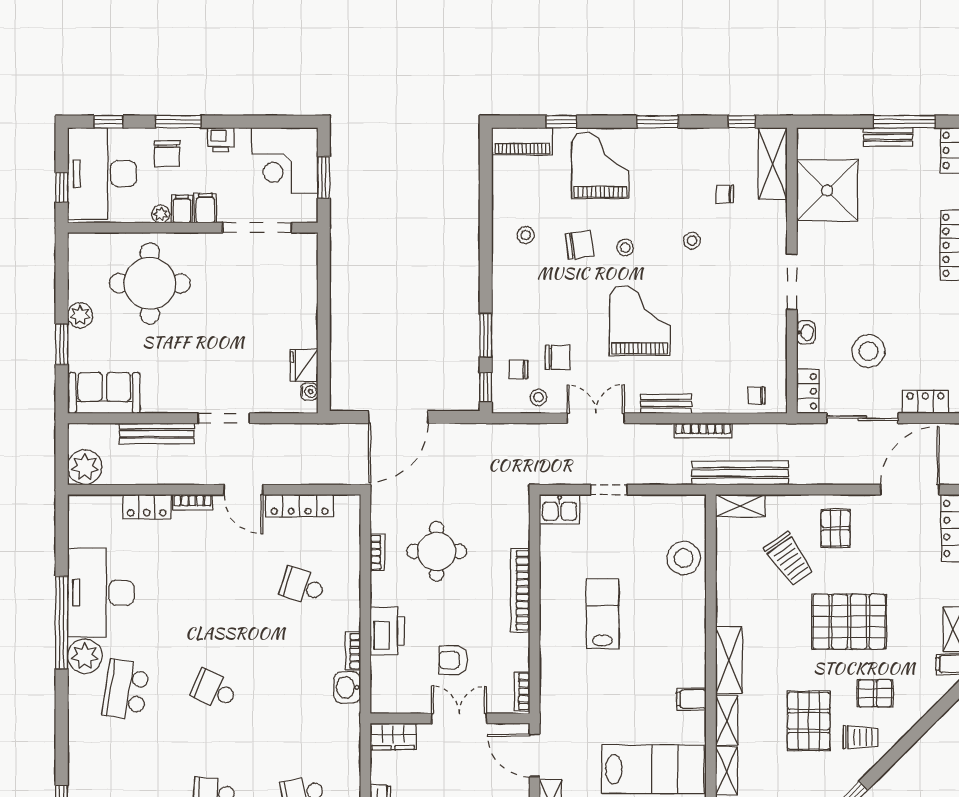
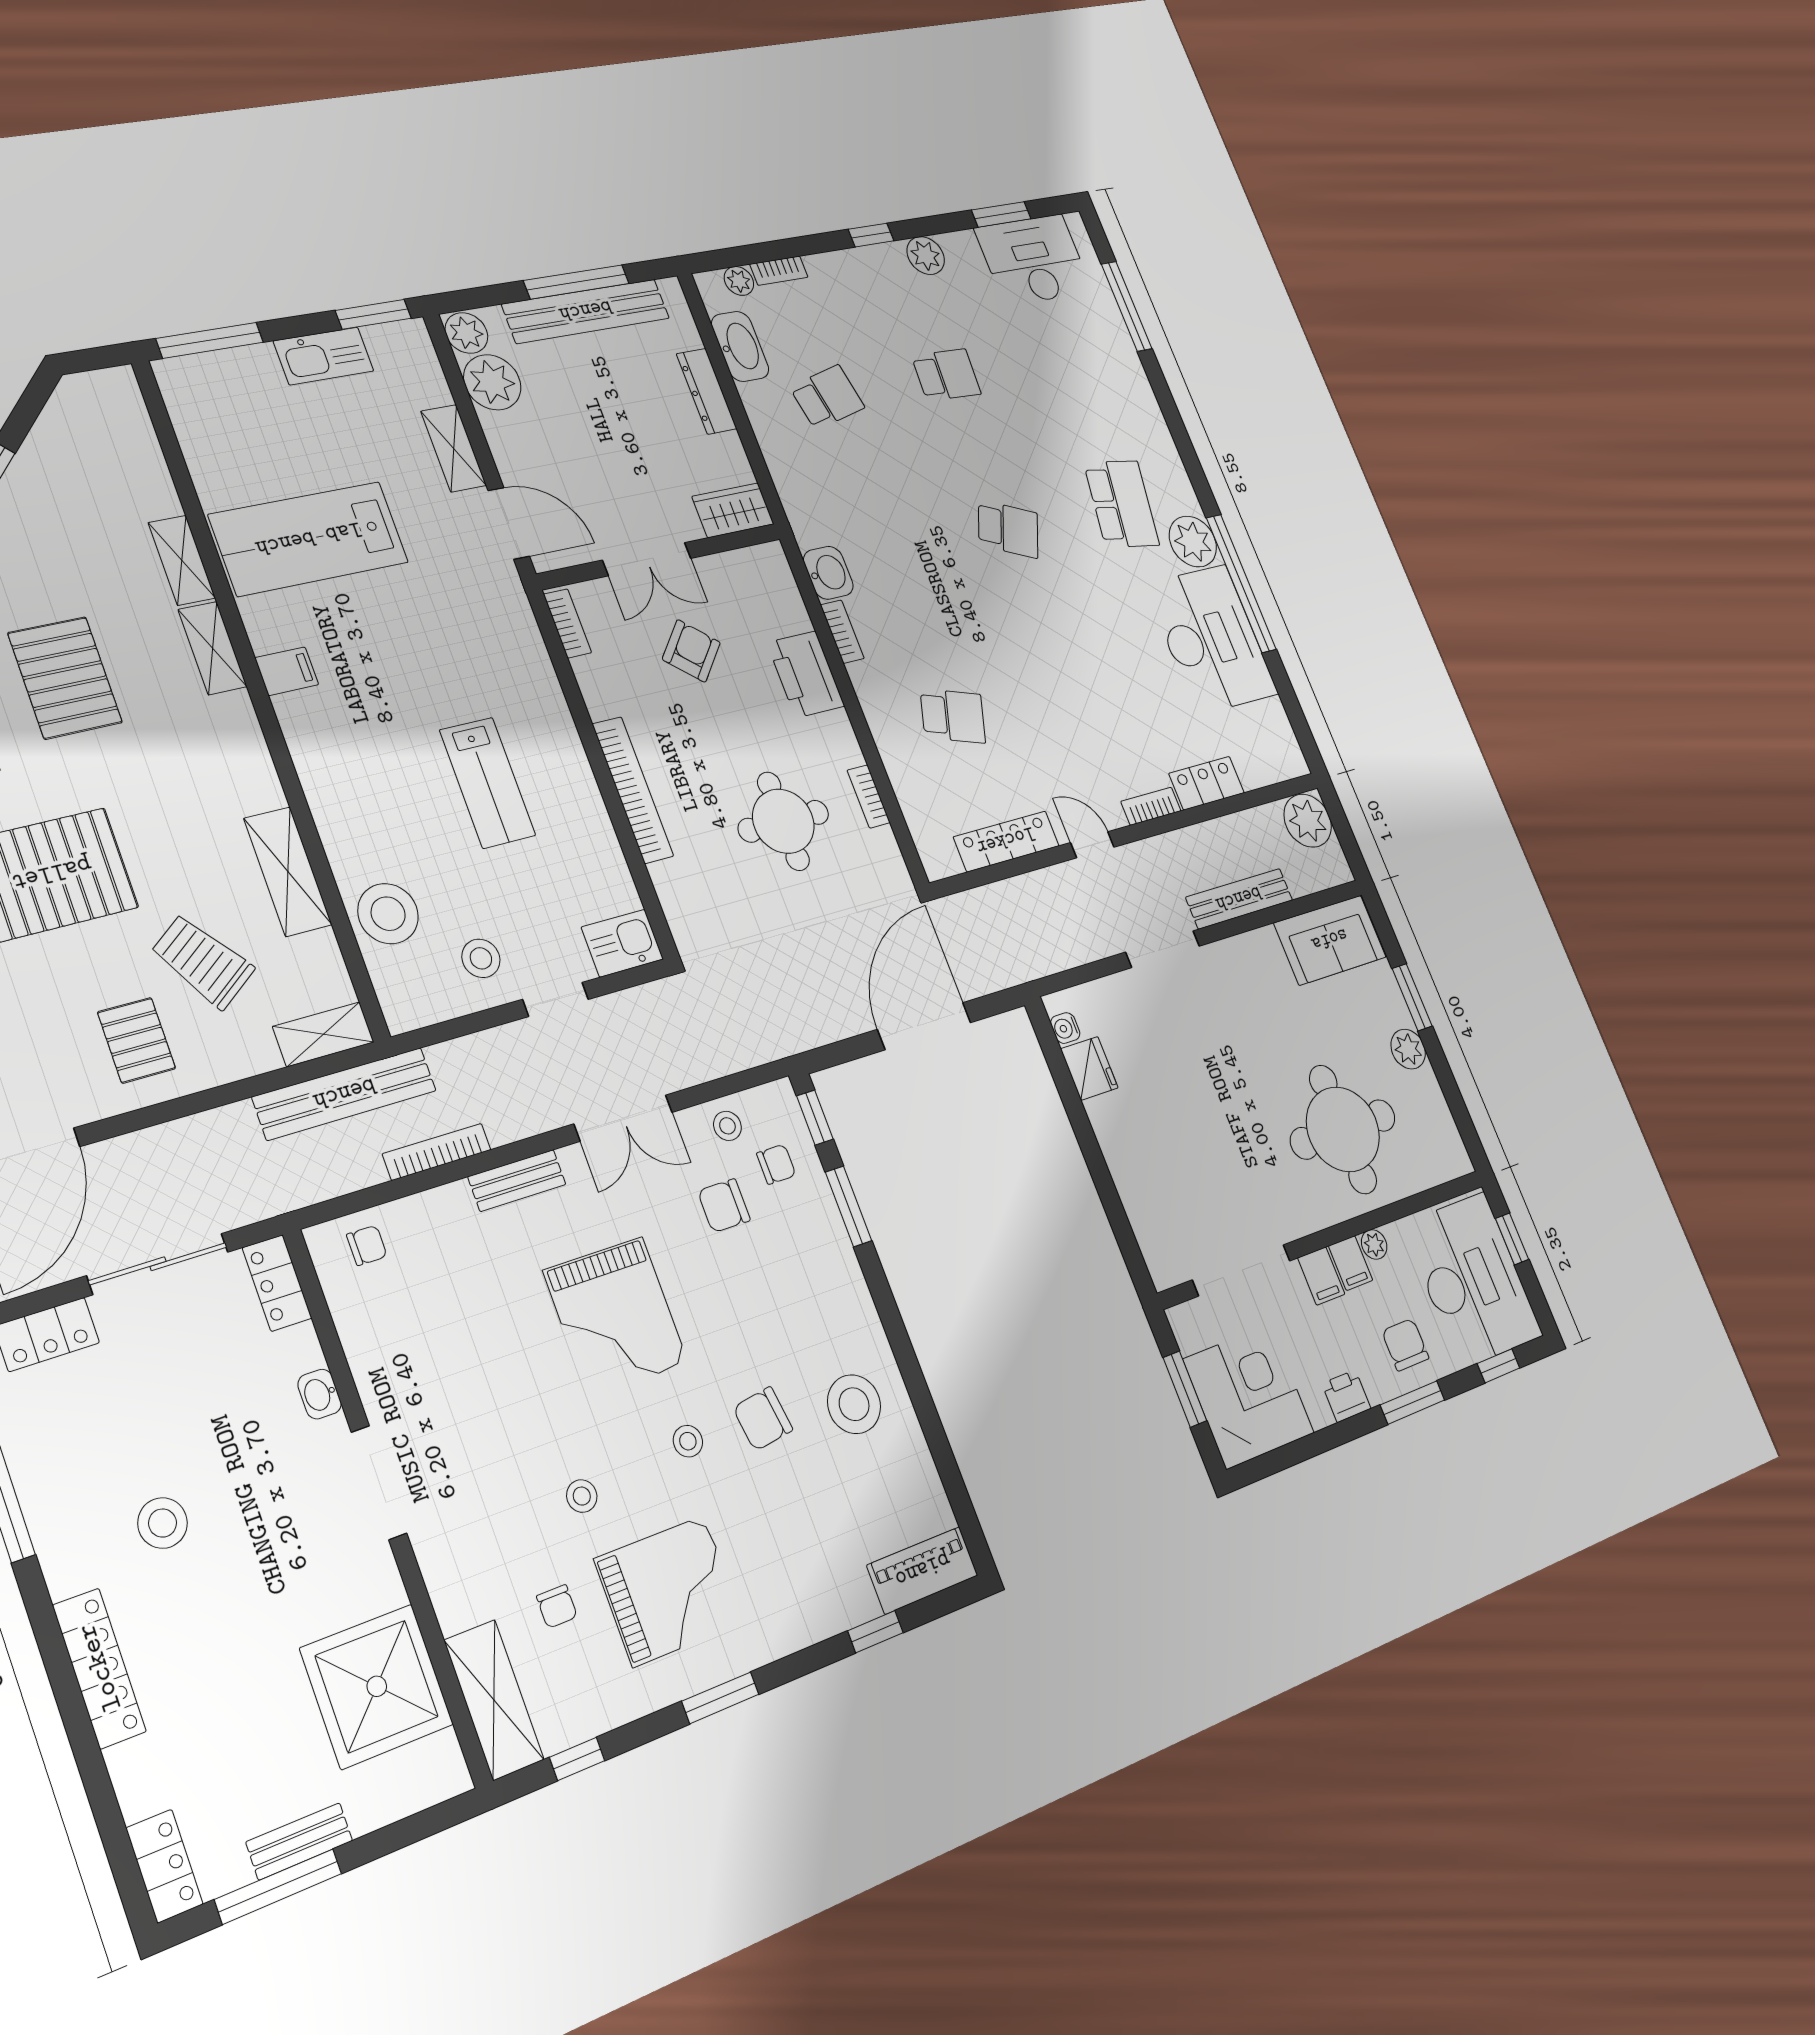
grand piano: (600, 165) -> (669, 1591), moved, turned -90
chair: (725, 194) -> (557, 1606), turned 90
stool: (526, 235) -> (854, 1404), width x1.89, depth x1.89
stool: (869, 351) -> (163, 1523), moved, width x0.73, depth x0.73
door: (243, 490) -> (1092, 845), width x0.73
stool: (642, 522) -> (481, 958), added
armchair: (453, 660) -> (691, 651), turned -48
shelving: (729, 660) -> (288, 872), moved

